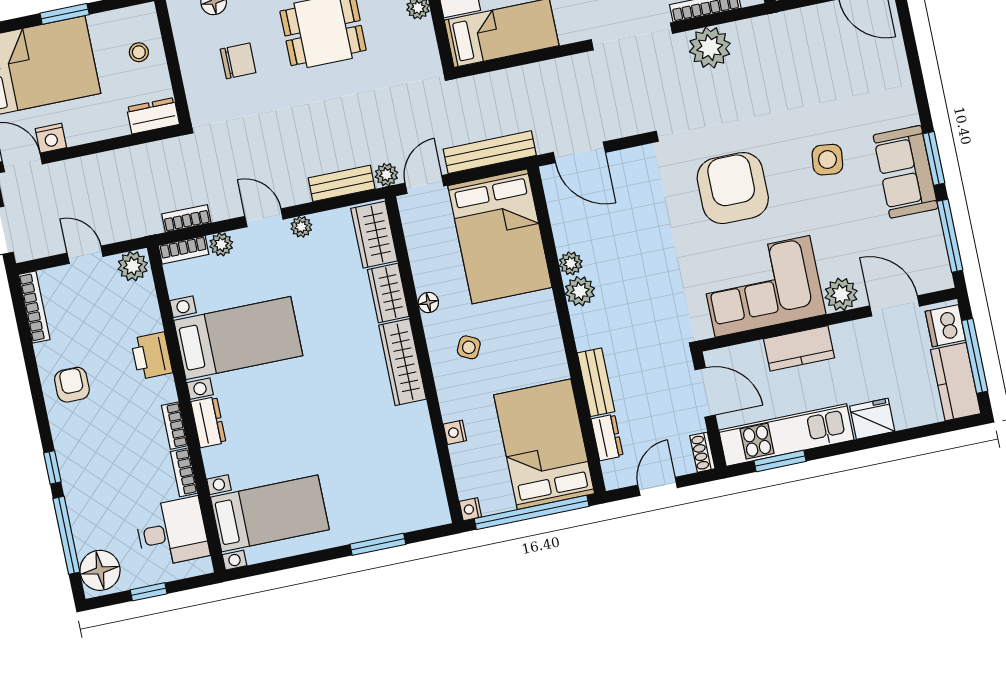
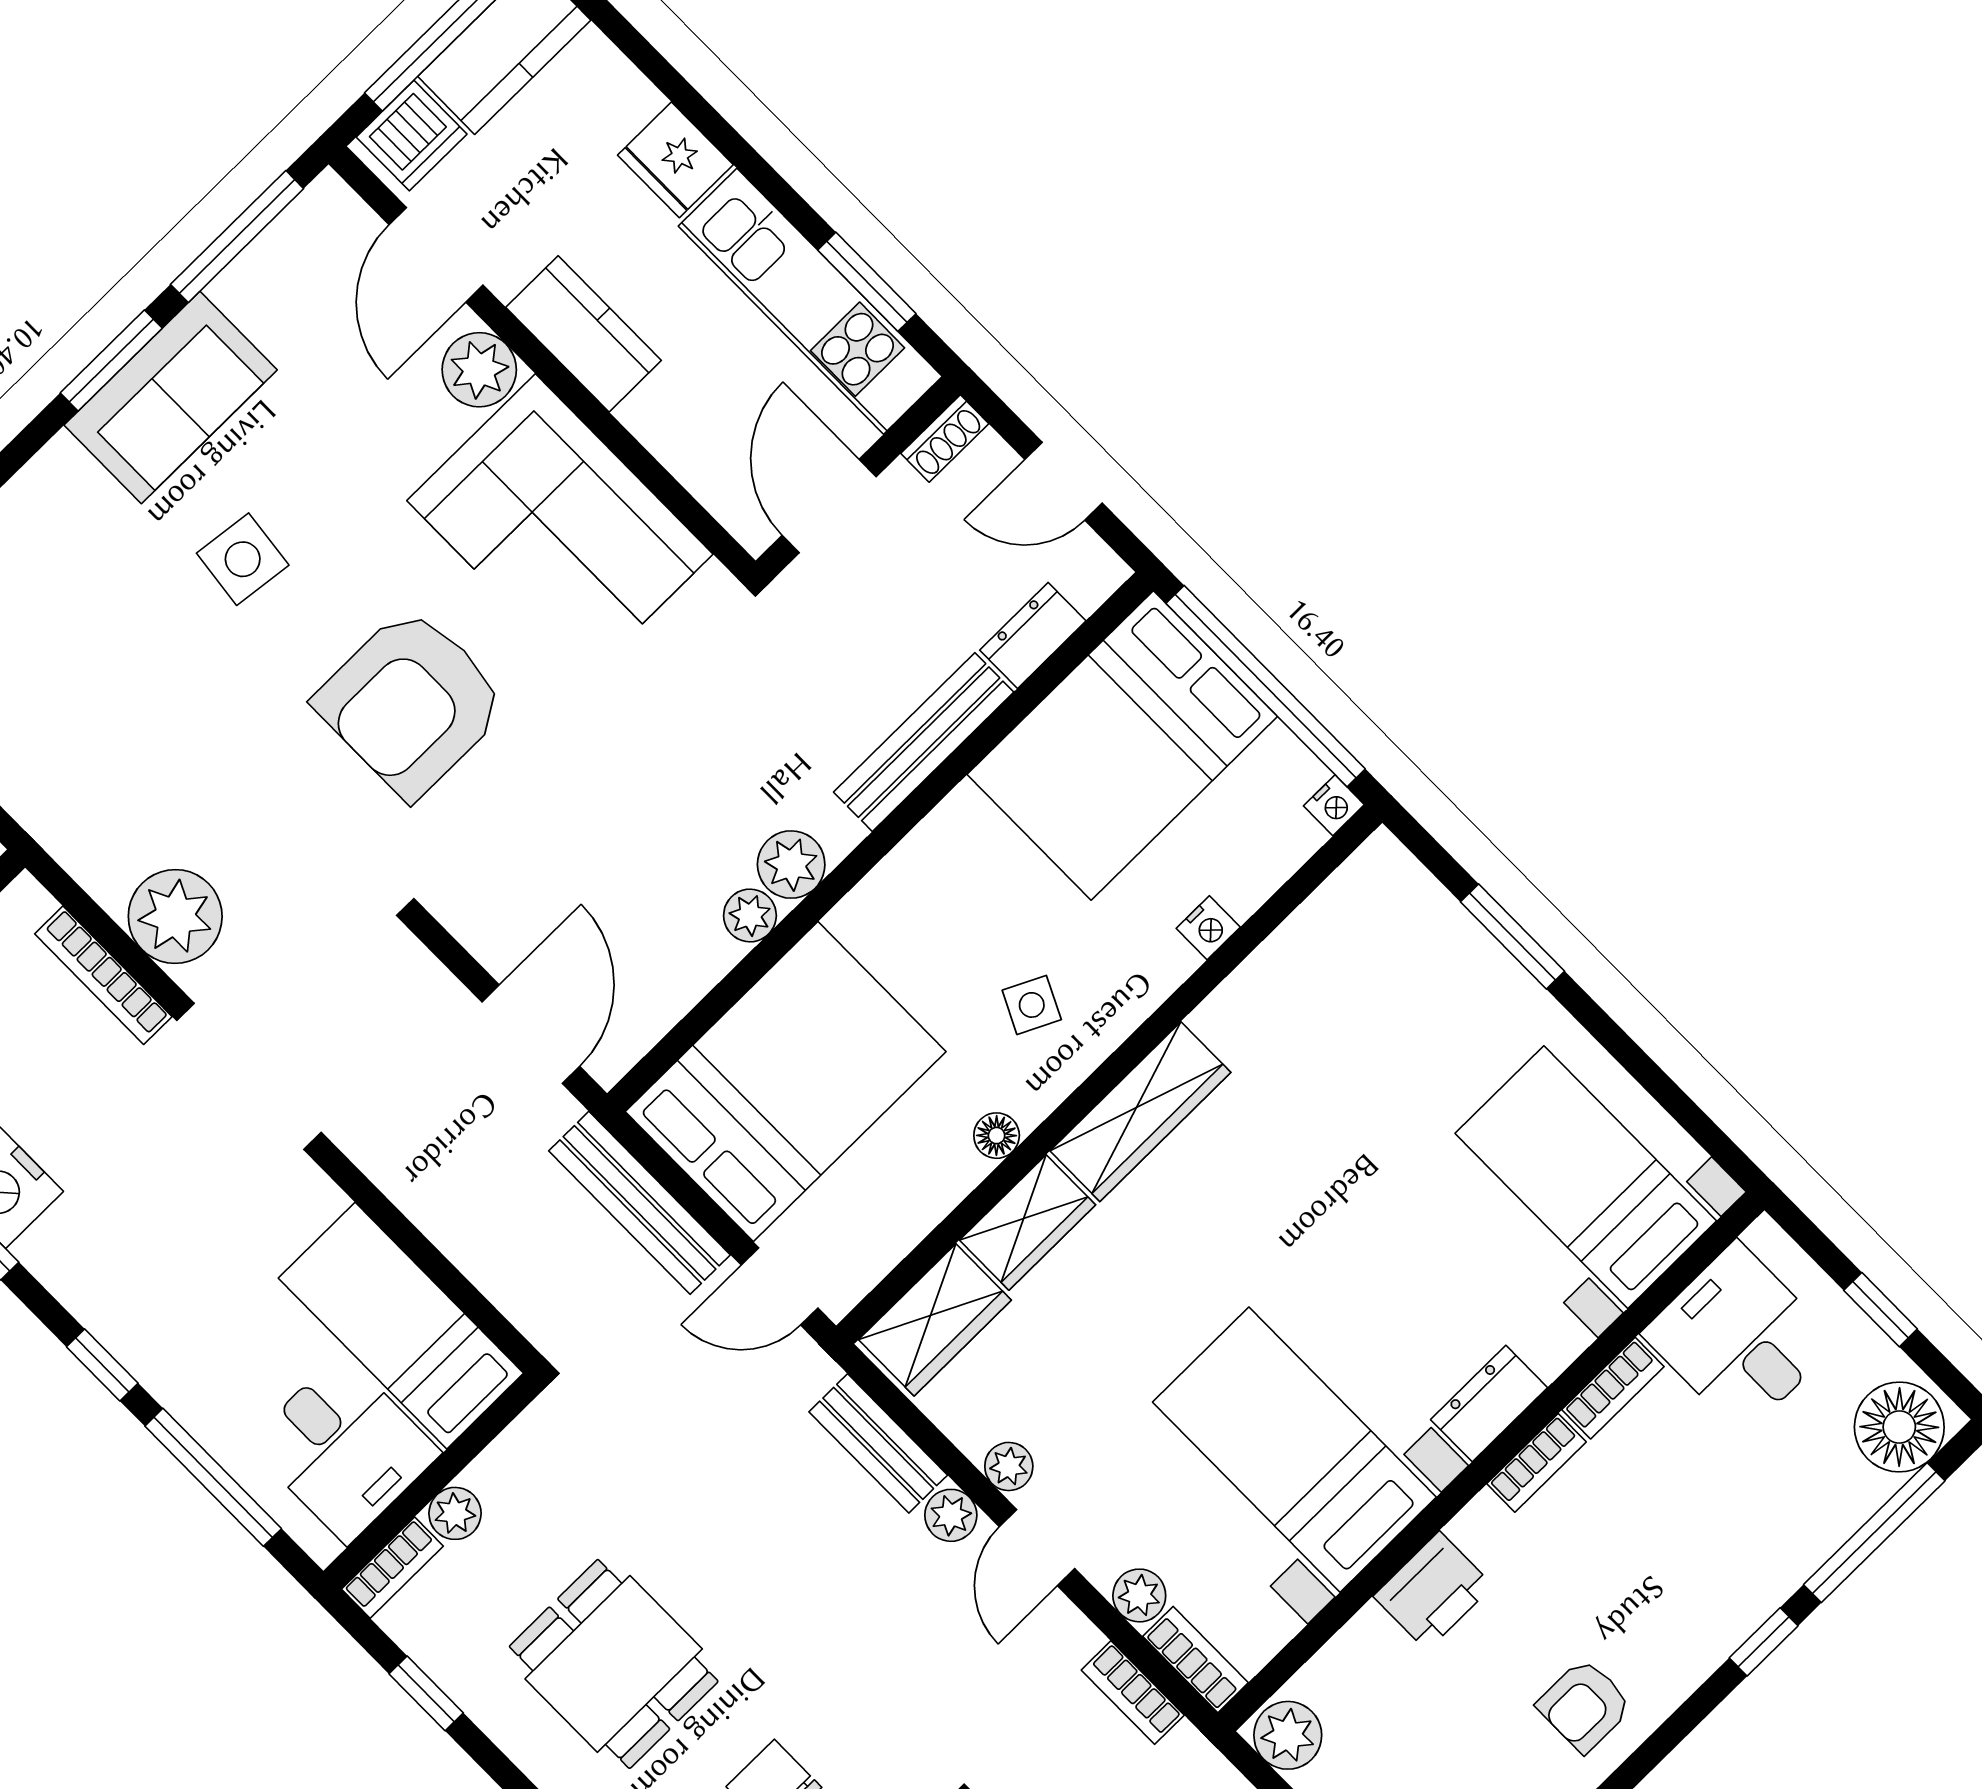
plant: (386, 175) -> (951, 1515), moved
kitchen counter: (799, 348) -> (584, 334), moved
bench: (596, 382) -> (924, 742), width x1.36

